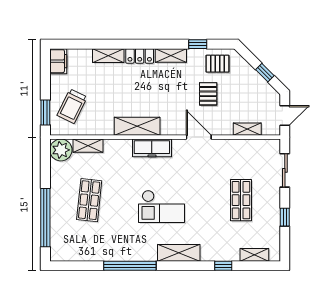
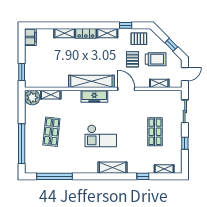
trolley: (72, 106) -> (156, 59), moved, turned -116
shelving: (137, 126) -> (91, 81), width x1.47
window: (130, 266) -> (54, 176), moved

